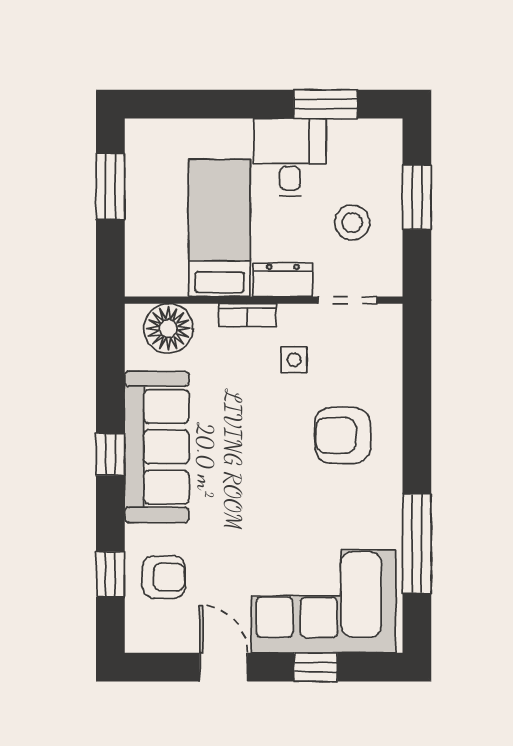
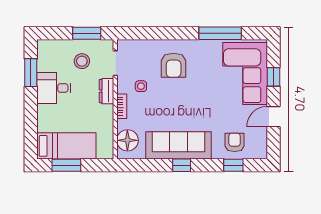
window: (417, 197) -> (87, 33), moved
bed: (219, 228) -> (66, 146), moved, turned 180

